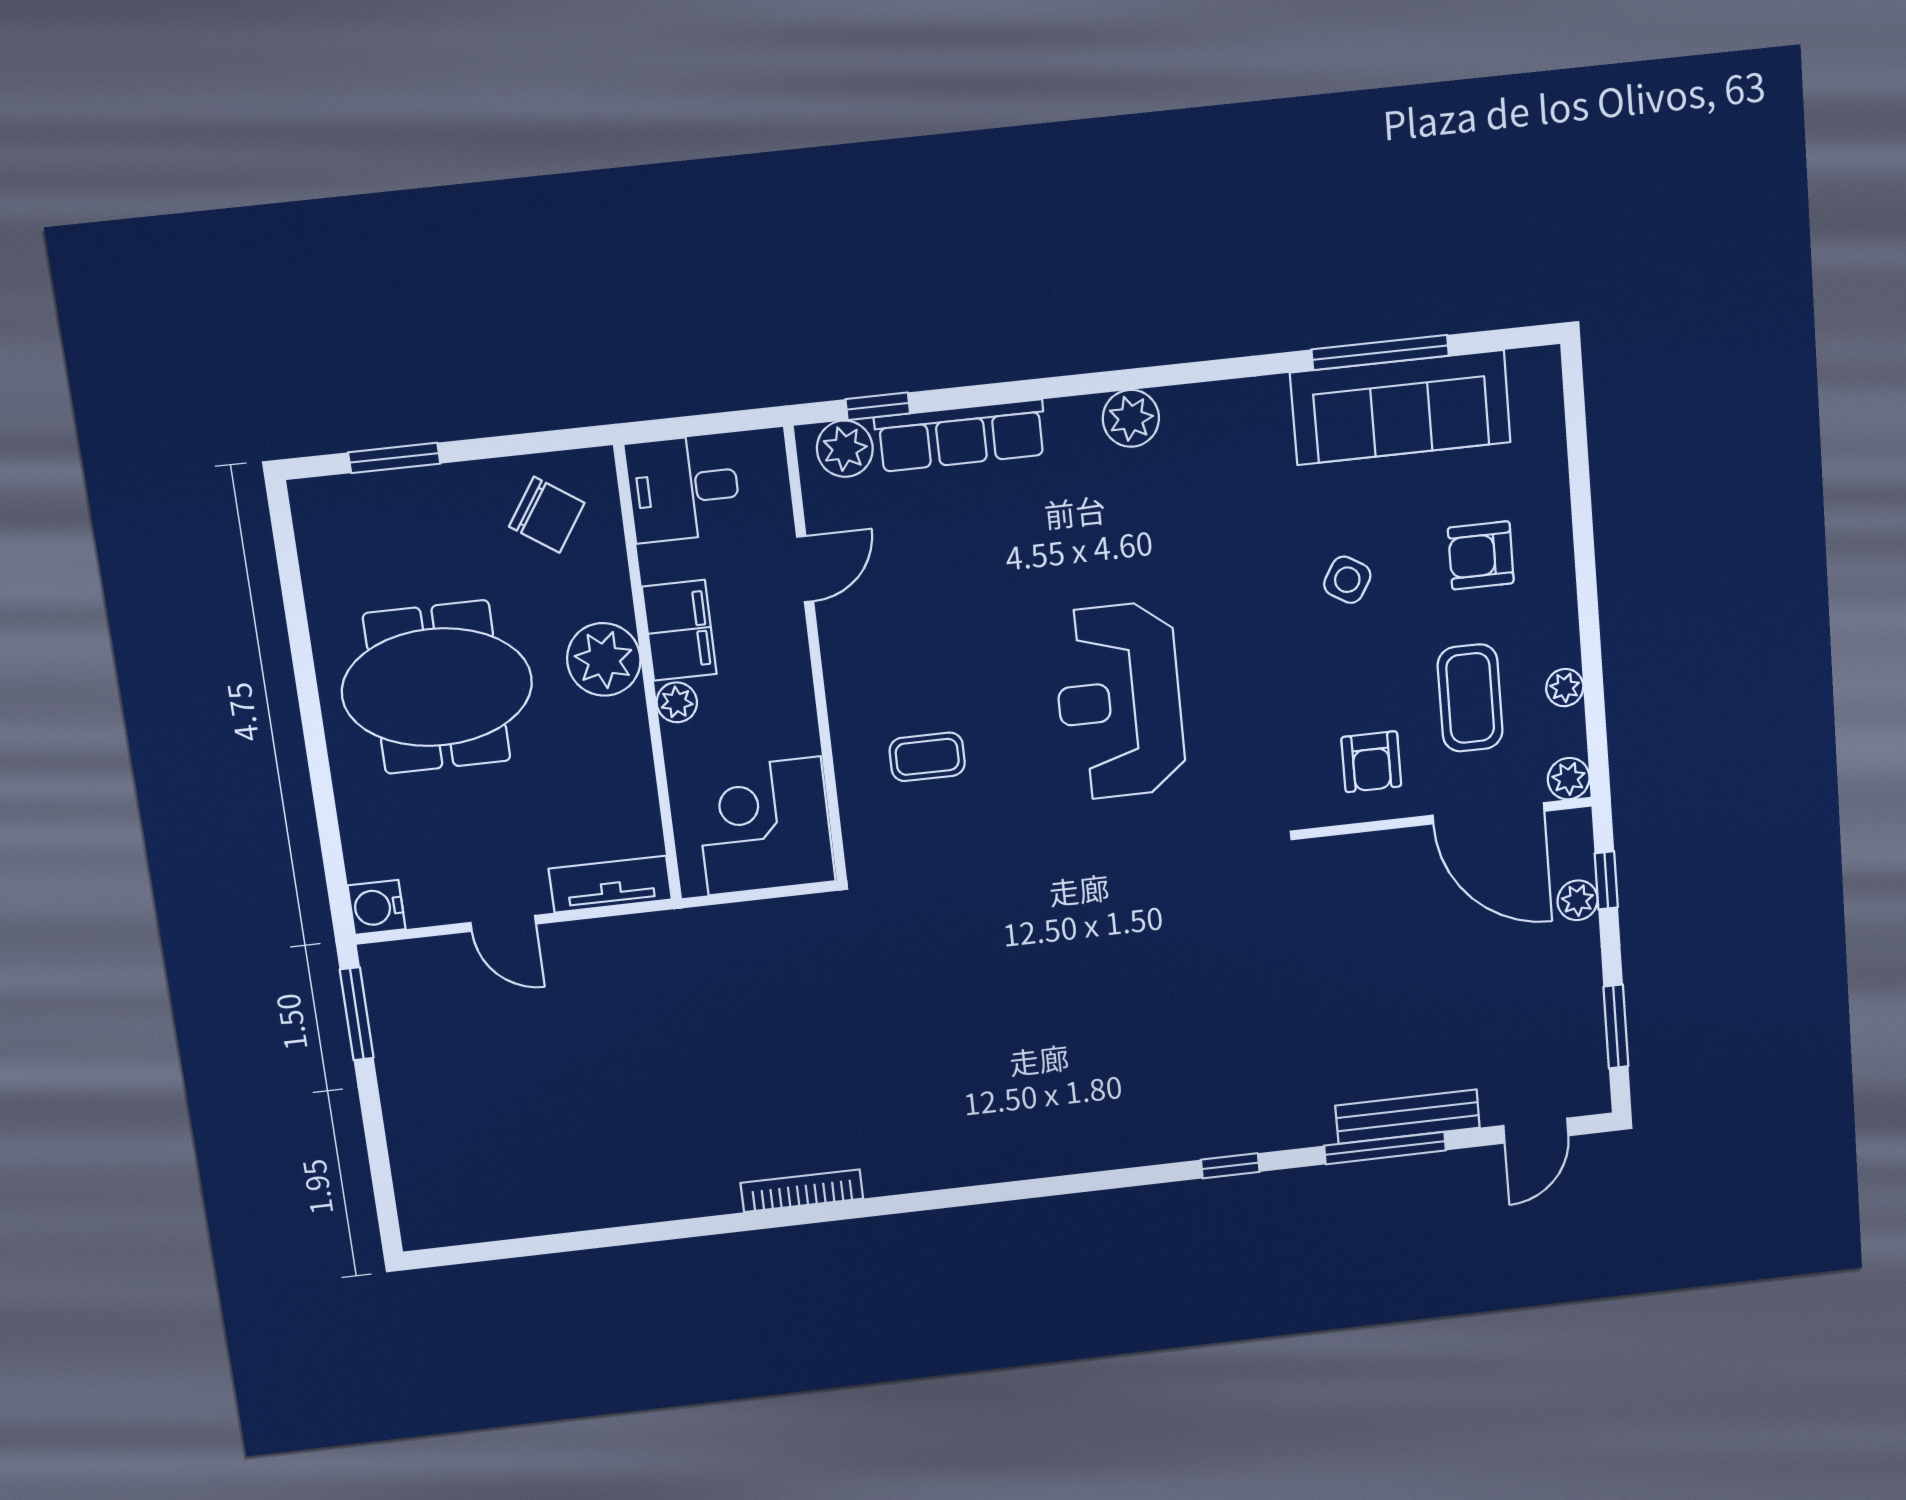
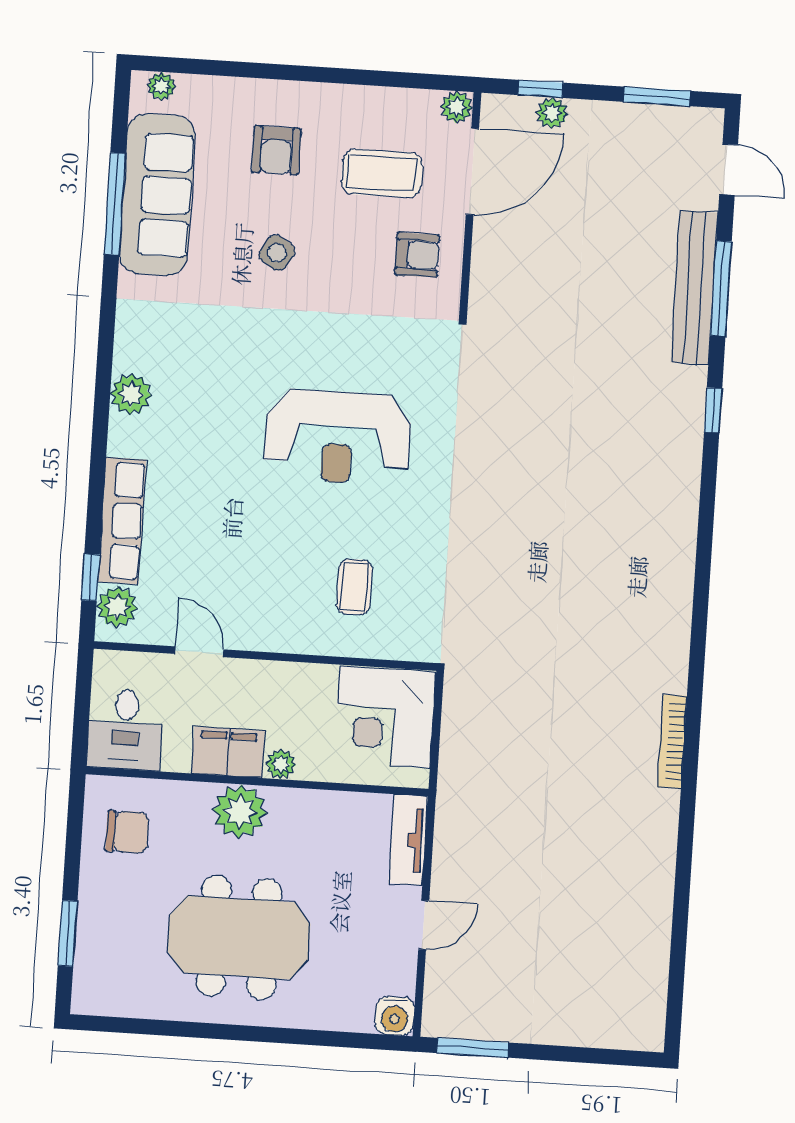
chair: (547, 515) -> (127, 832), turned 56
meeting table: (437, 687) -> (239, 937), turned 90
plant: (1565, 688) -> (161, 86), moved
bench: (1408, 1117) -> (694, 288), width x1.37, depth x1.21

